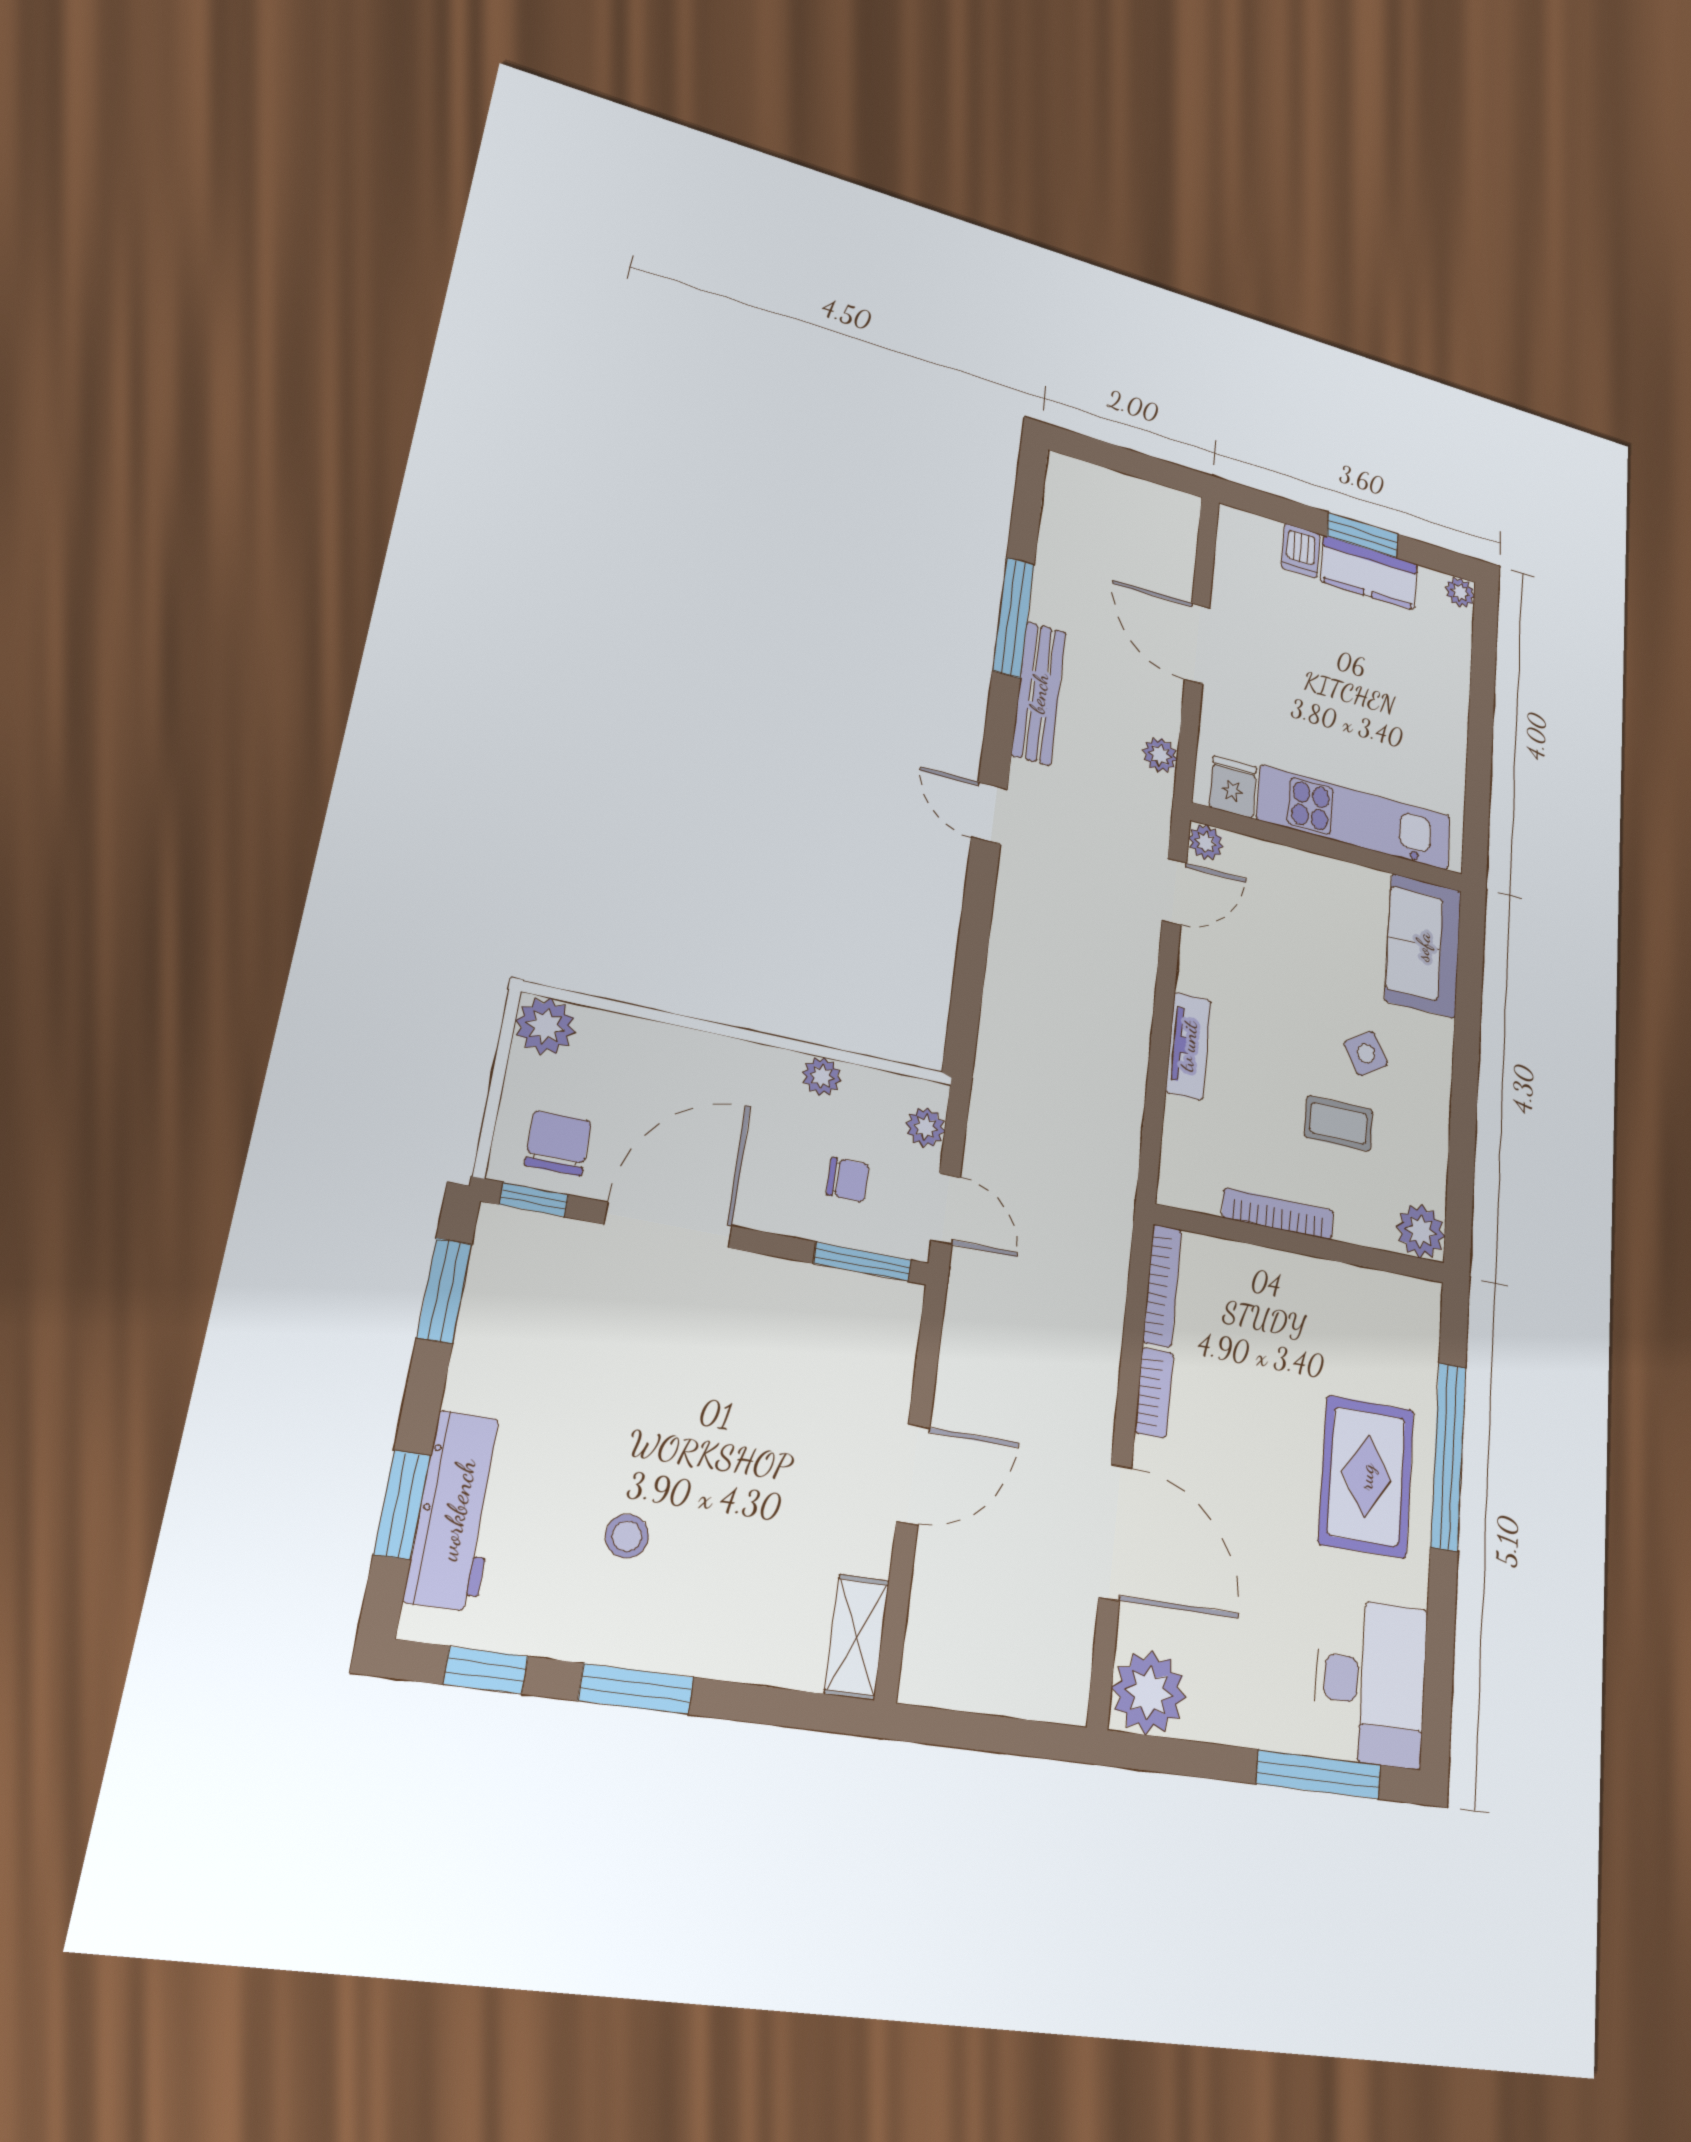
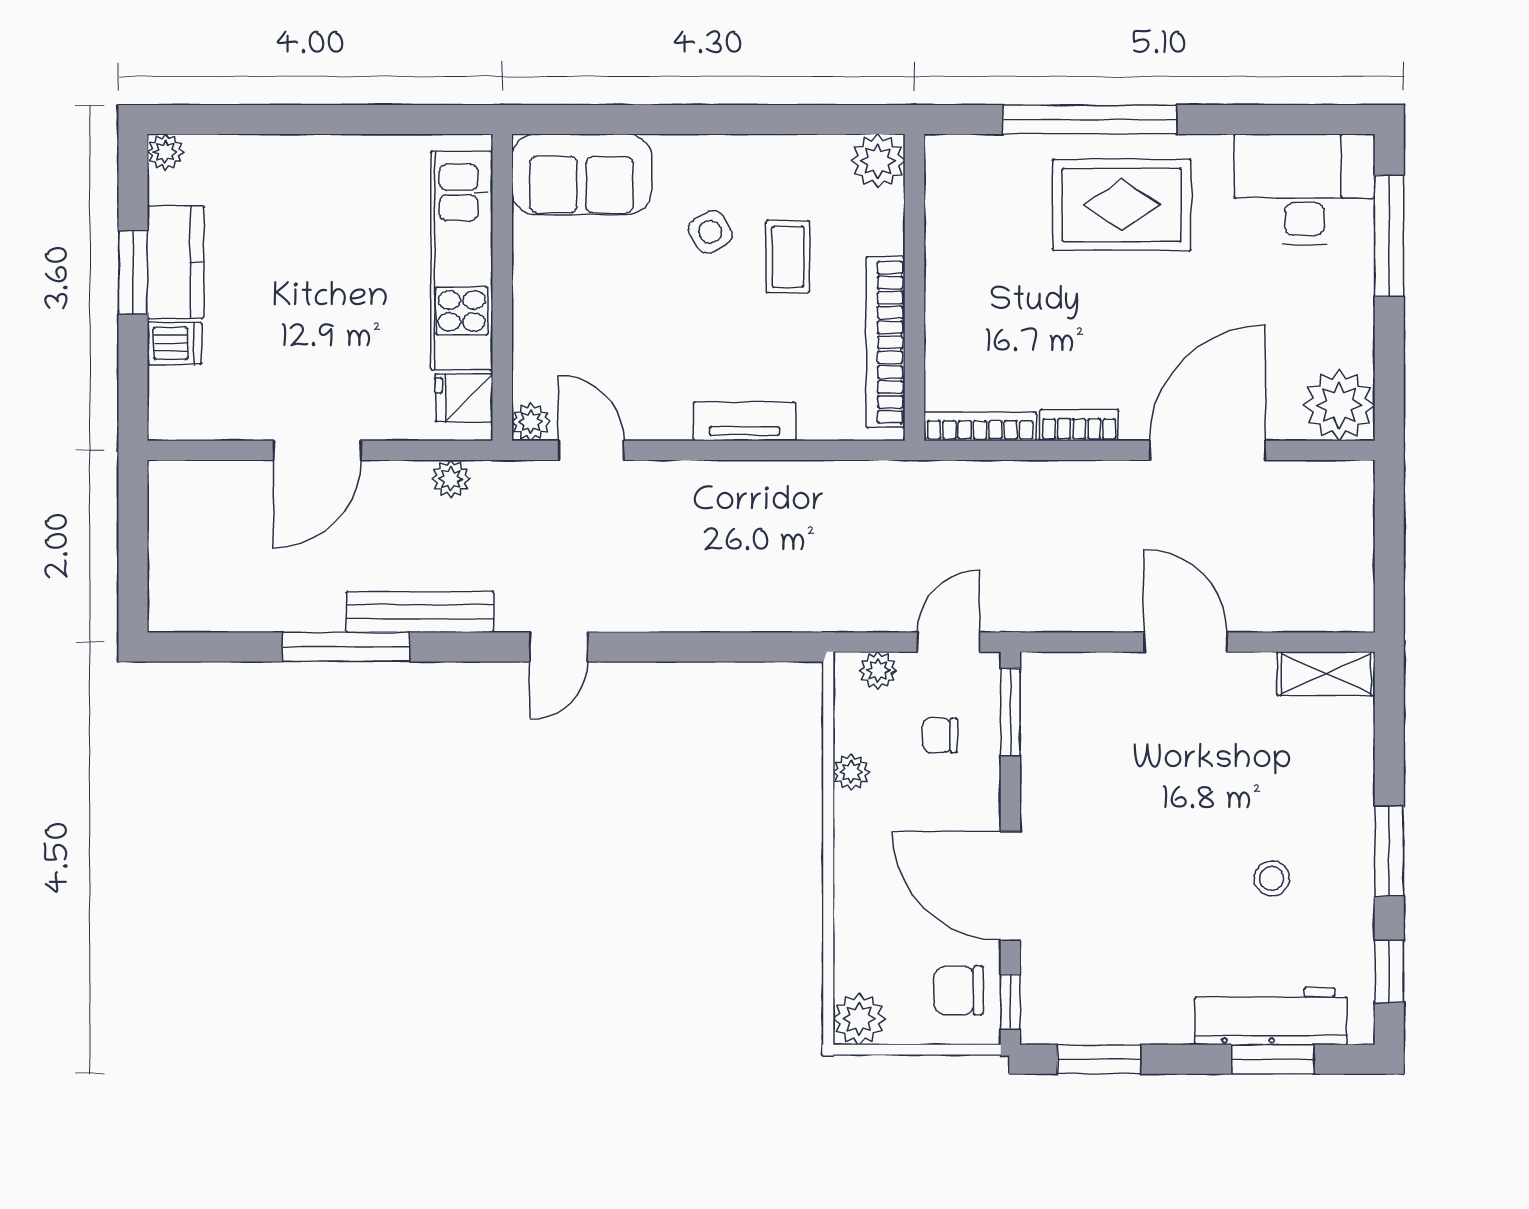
chair: (848, 1180) -> (940, 735), turned -90
bookcase: (1278, 1214) -> (885, 342), width x1.48, depth x1.31

